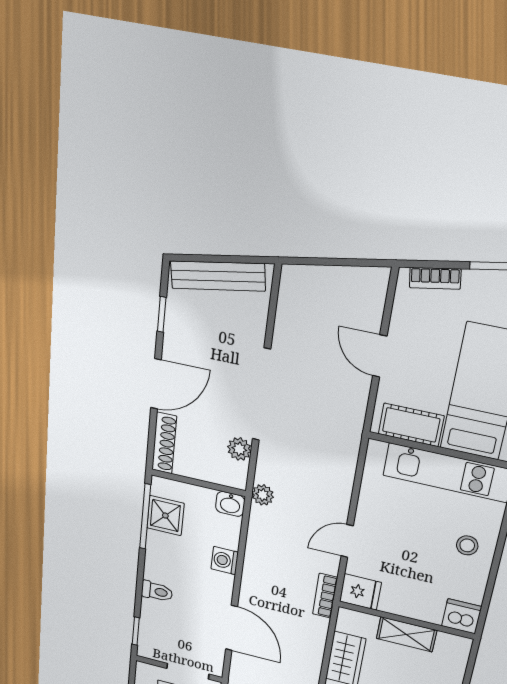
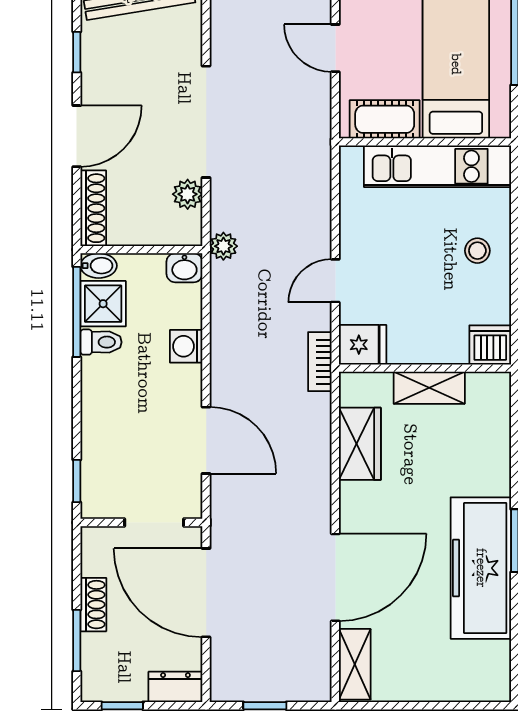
bidet: (164, 487) -> (99, 266), added
toilet: (157, 591) -> (101, 342), moved

